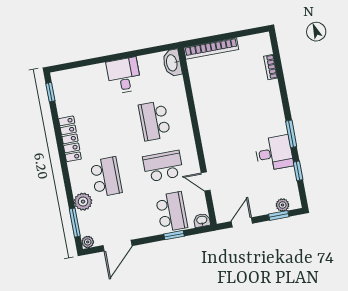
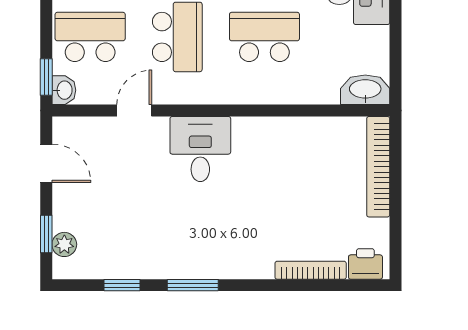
printer: (263, 46) -> (365, 264), added
bookcase: (271, 67) -> (311, 270), width x1.56
desk: (274, 153) -> (200, 149), moved, turned 180
school desk: (172, 212) -> (90, 37), turned 180
window: (174, 235) -> (46, 77), moved

